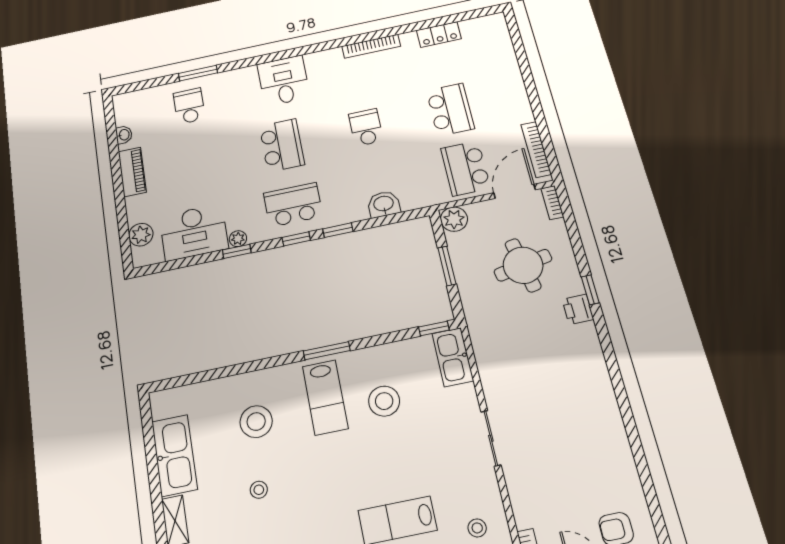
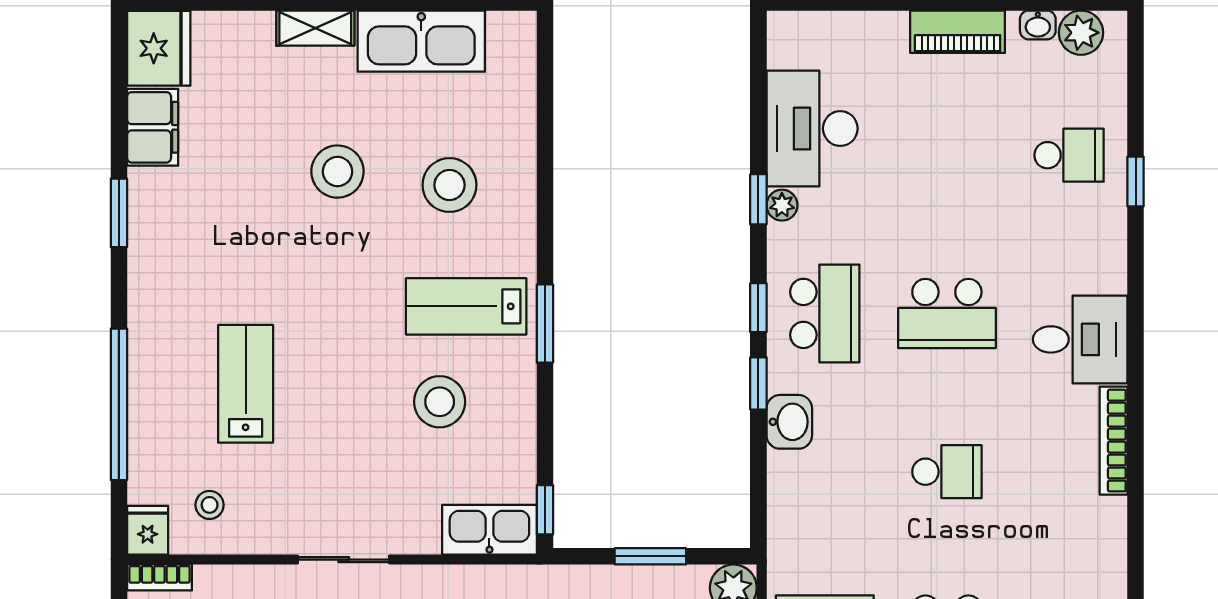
bookcase: (371, 46) -> (1114, 441), moved
window: (198, 73) -> (1136, 182), width x0.67
washbasin: (384, 204) -> (789, 422), moved
plant: (141, 235) -> (1081, 33), moved
stool: (259, 490) -> (337, 172), width x1.89, depth x1.89

